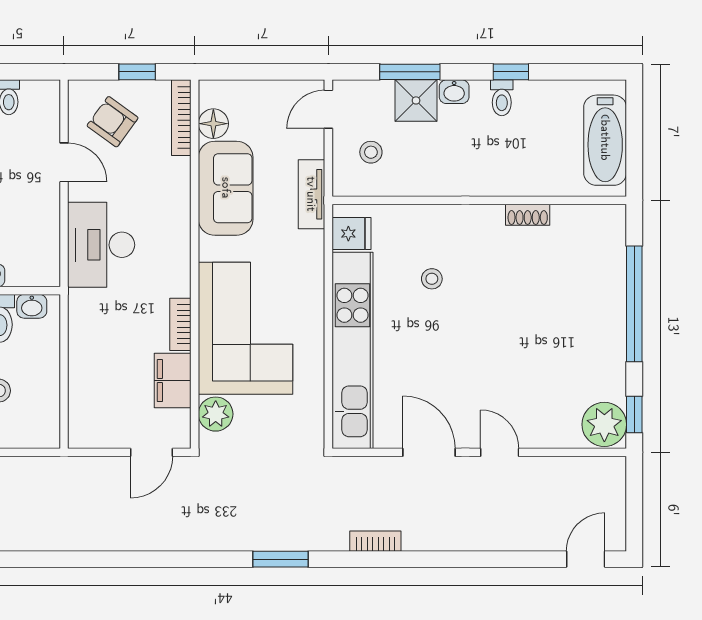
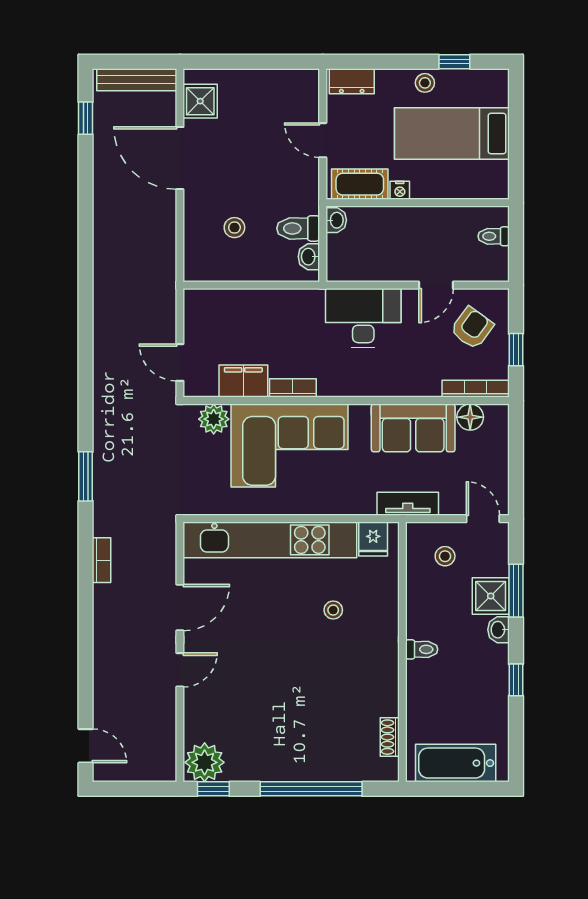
toilet: (502, 98) -> (422, 649), moved, turned 180
shoe rack: (528, 215) -> (390, 737), moved

